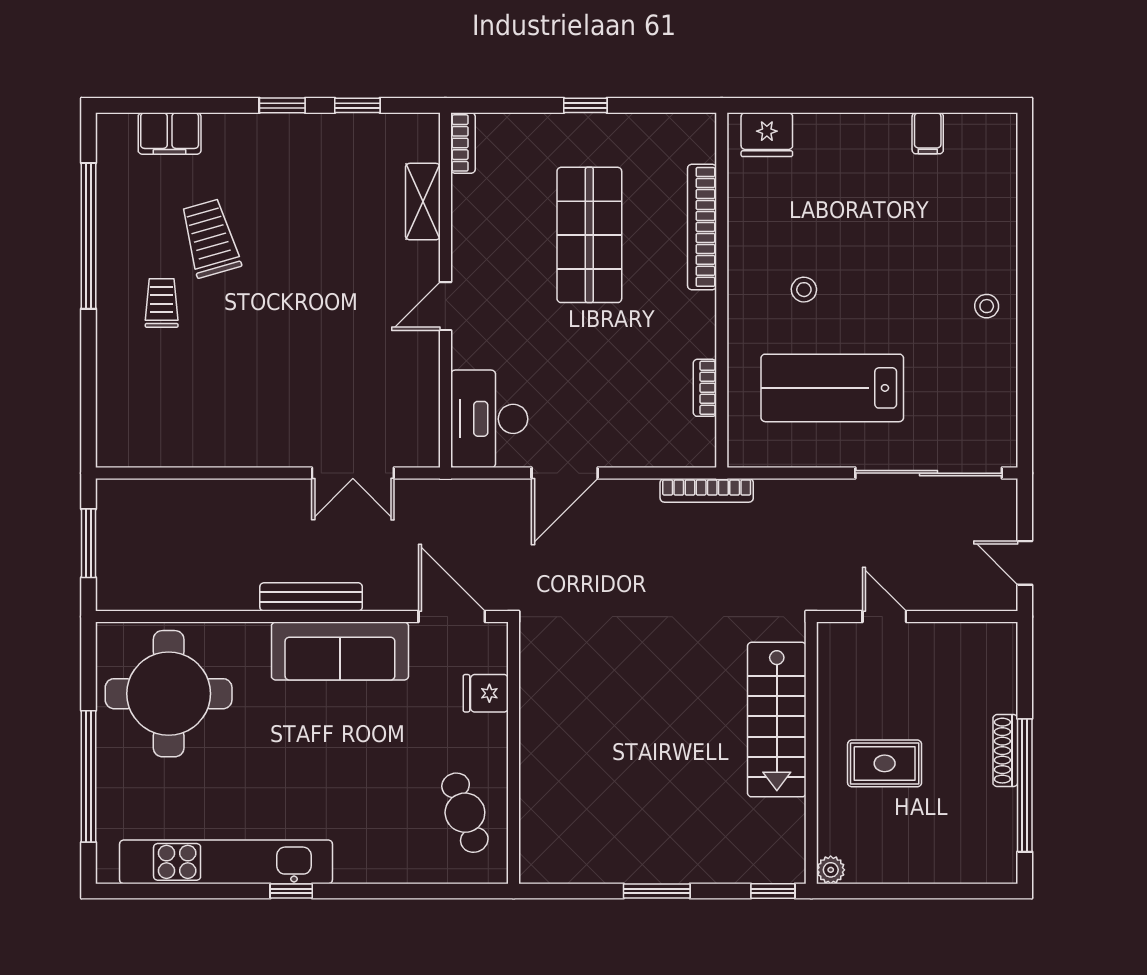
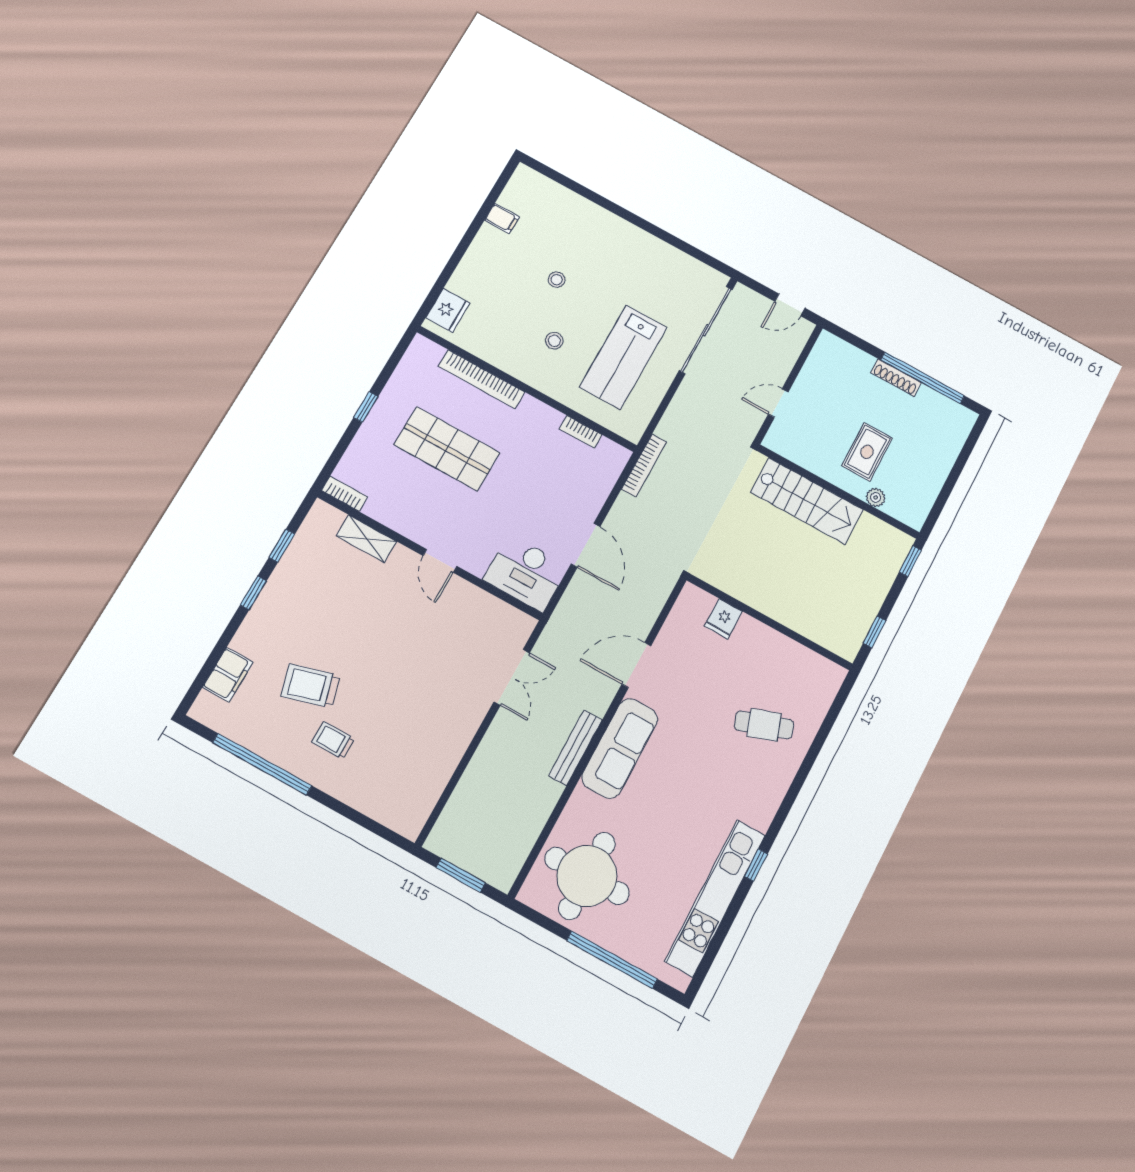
stool: (987, 306) -> (557, 280), moved
fridge: (486, 693) -> (723, 619), moved
wall: (514, 753) -> (770, 622), moved
plant: (831, 870) -> (876, 498), moved
window: (657, 891) -> (874, 632), width x0.67

